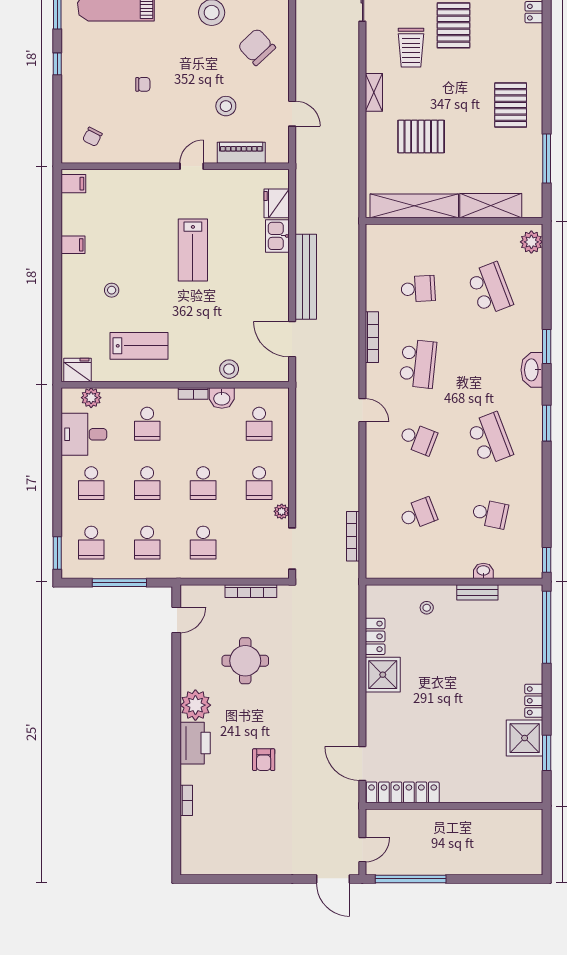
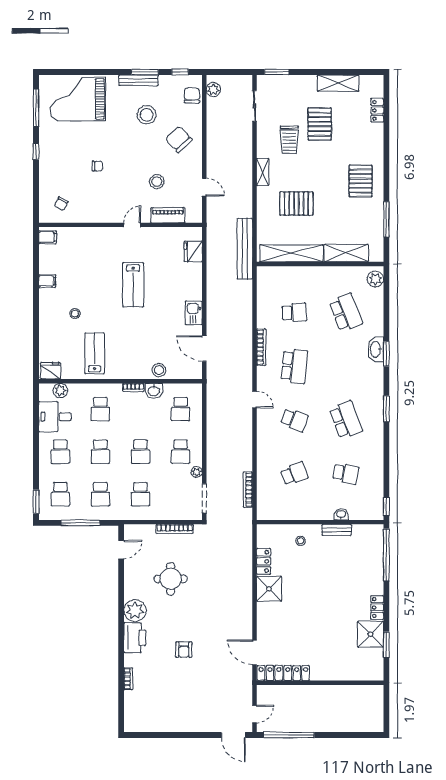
kitchen sink: (277, 236) -> (194, 313), moved
bench: (306, 277) -> (245, 249), moved
lab bench: (139, 346) -> (95, 353), turned -90
washbasin: (532, 370) -> (376, 349), moved

